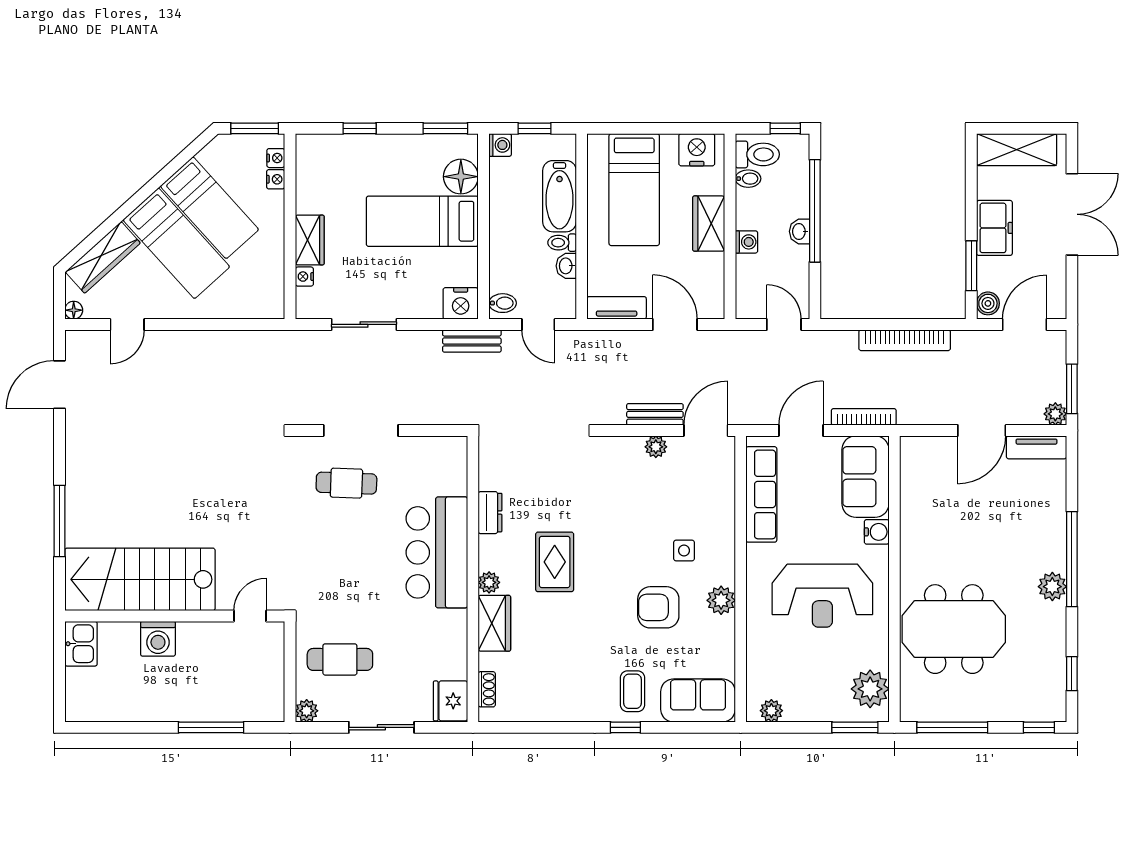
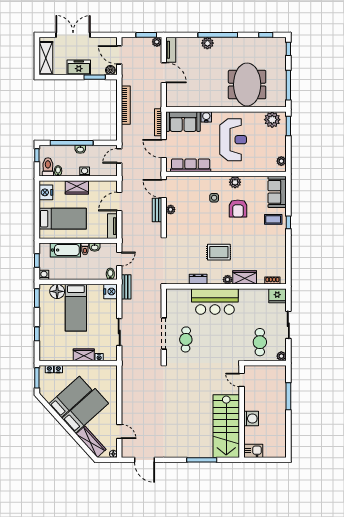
plant: (1052, 587) -> (207, 43), moved

